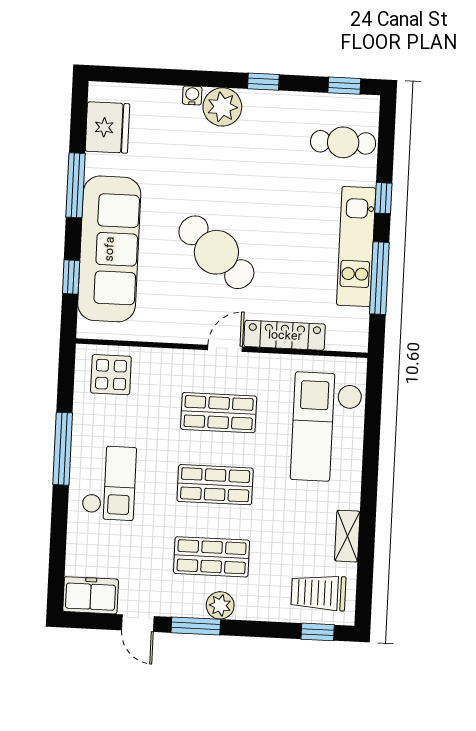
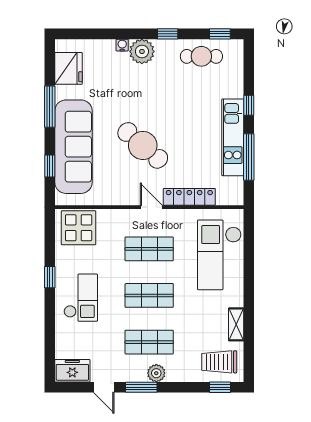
cafe table: (343, 142) -> (201, 56), moved
door: (225, 348) -> (151, 207), hinge flipped
display table: (111, 375) -> (79, 228), width x1.36, depth x1.36
window: (63, 449) -> (50, 277), width x0.46

